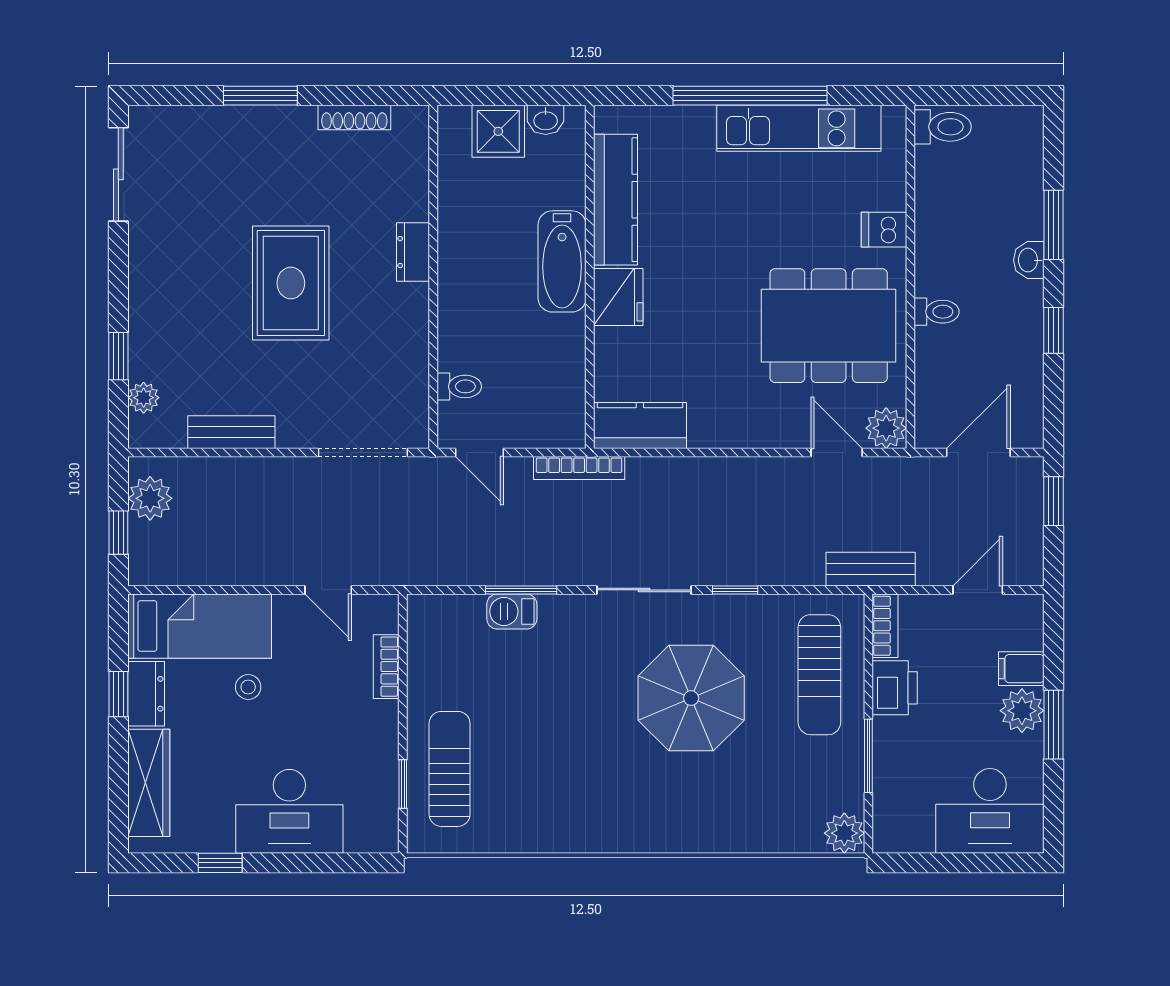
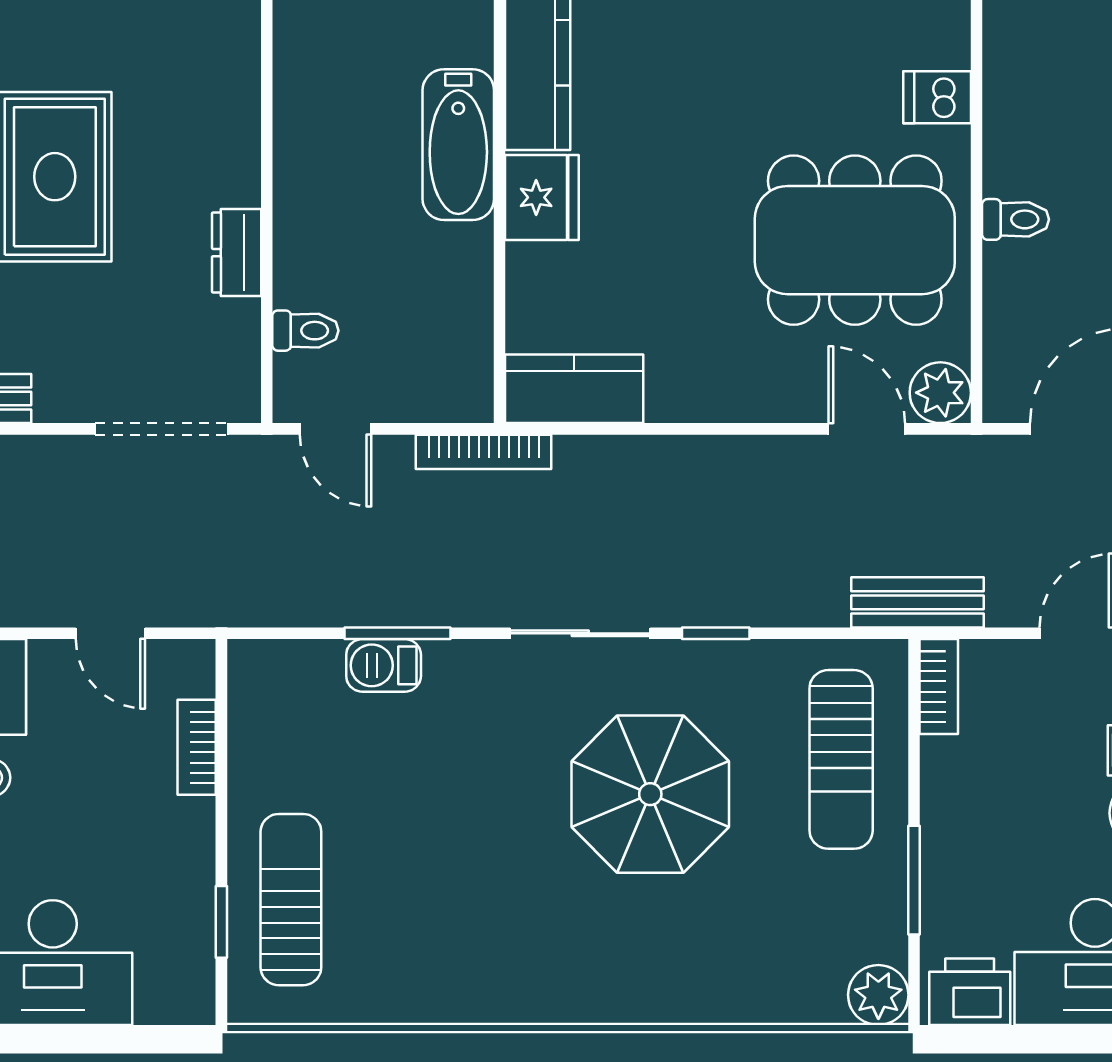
dresser: (413, 252) -> (237, 253), moved
printer: (895, 688) -> (970, 992), moved, turned -90

